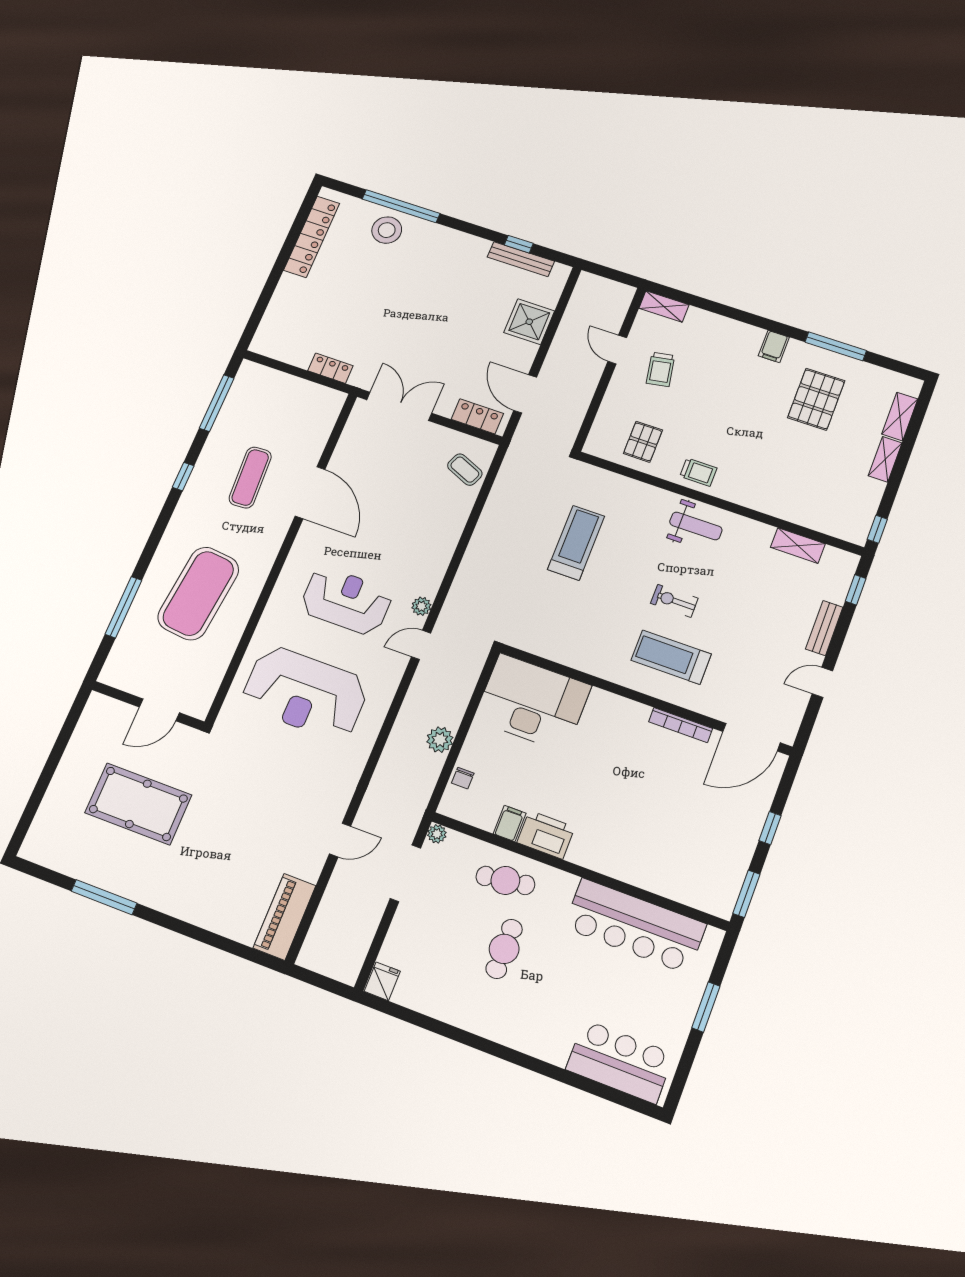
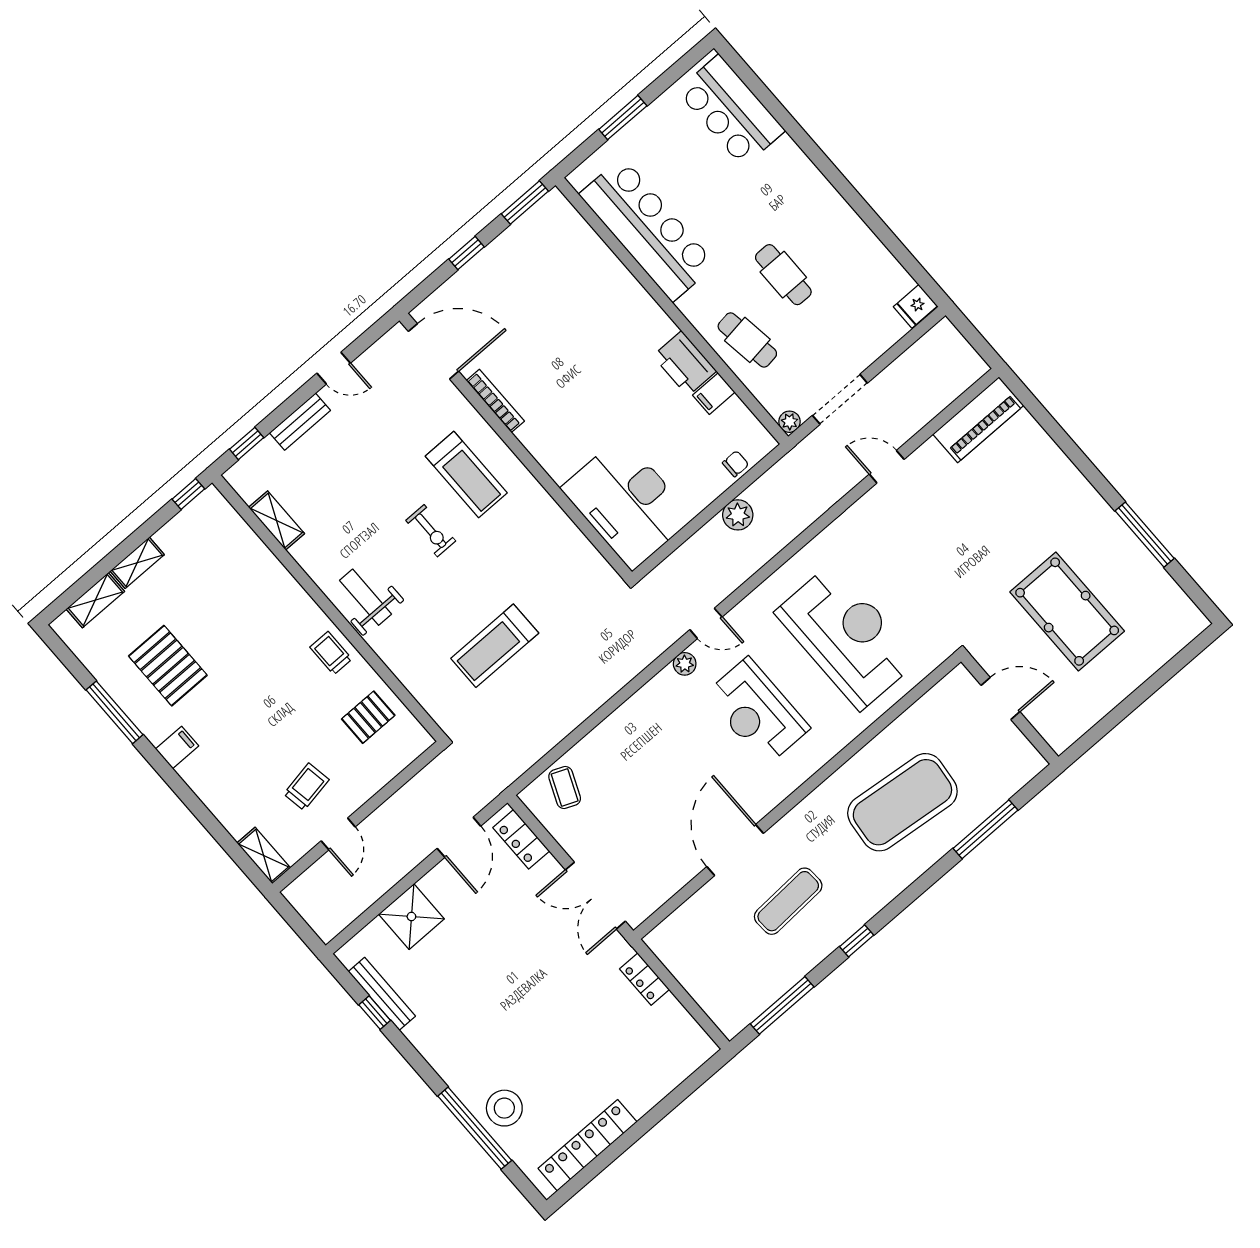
pallet: (816, 399) -> (168, 666), turned 90
cafe table: (504, 949) -> (783, 275), turned 90

